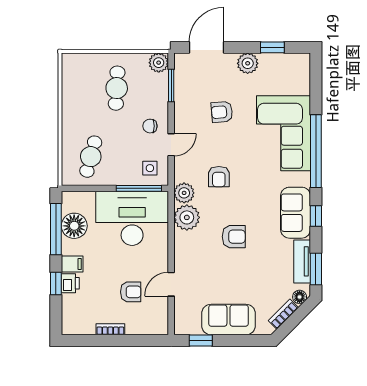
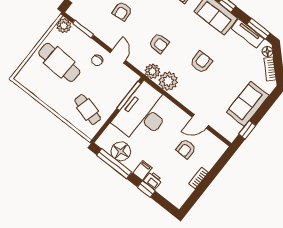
cafe table: (117, 88) -> (59, 62), width x1.37, depth x1.35
side table: (150, 168) -> (122, 80), removed
door: (171, 284) -> (200, 121), hinge flipped
armchair: (131, 292) -> (186, 149), turned 180

